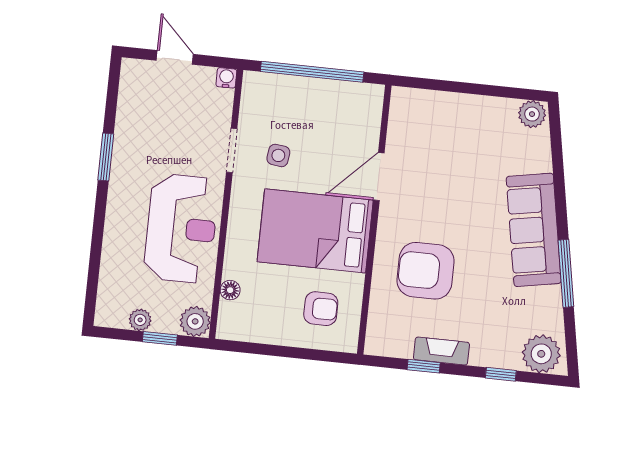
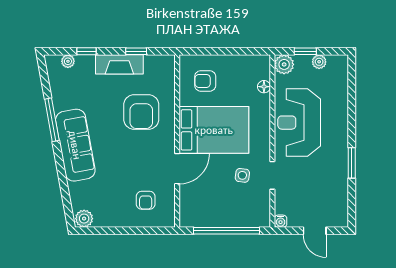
armchair: (433, 133) -> (146, 200), added
armchair: (426, 271) -> (141, 112), turned 90
fireplace: (441, 351) -> (119, 64), width x1.37, depth x1.32
plant: (541, 354) -> (68, 61), width x0.53, depth x0.53

